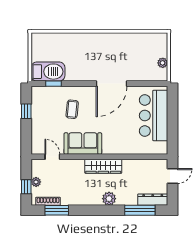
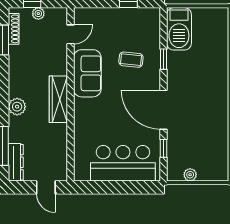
window: (54, 84) -> (164, 59), moved
window: (142, 84) -> (164, 148), added

